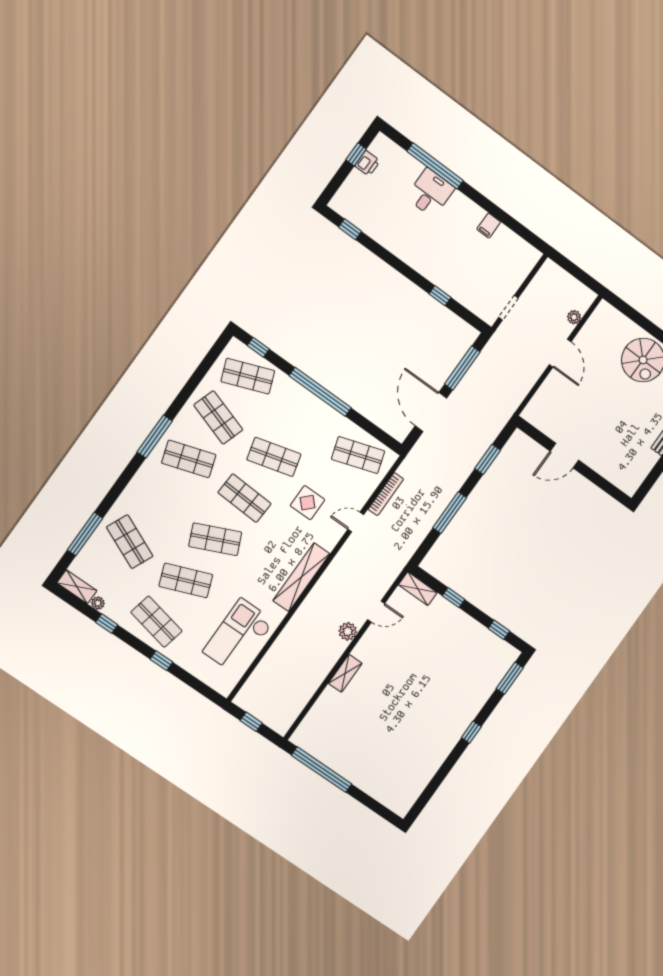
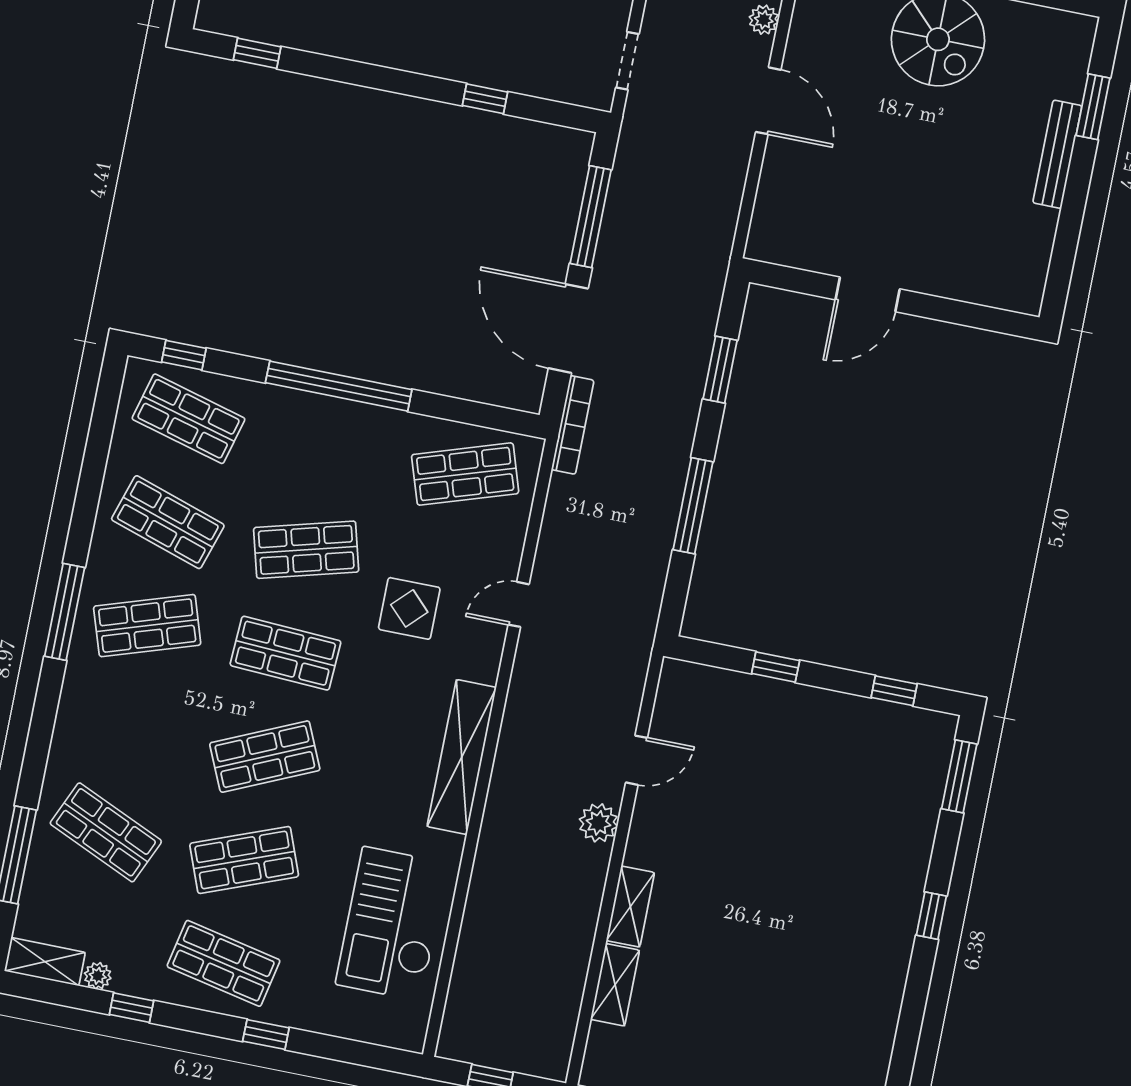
shop shelf: (248, 376) -> (188, 419), turned 36
bookcase: (386, 494) -> (573, 425), moved
shelving: (418, 589) -> (615, 985), moved, turned 90

